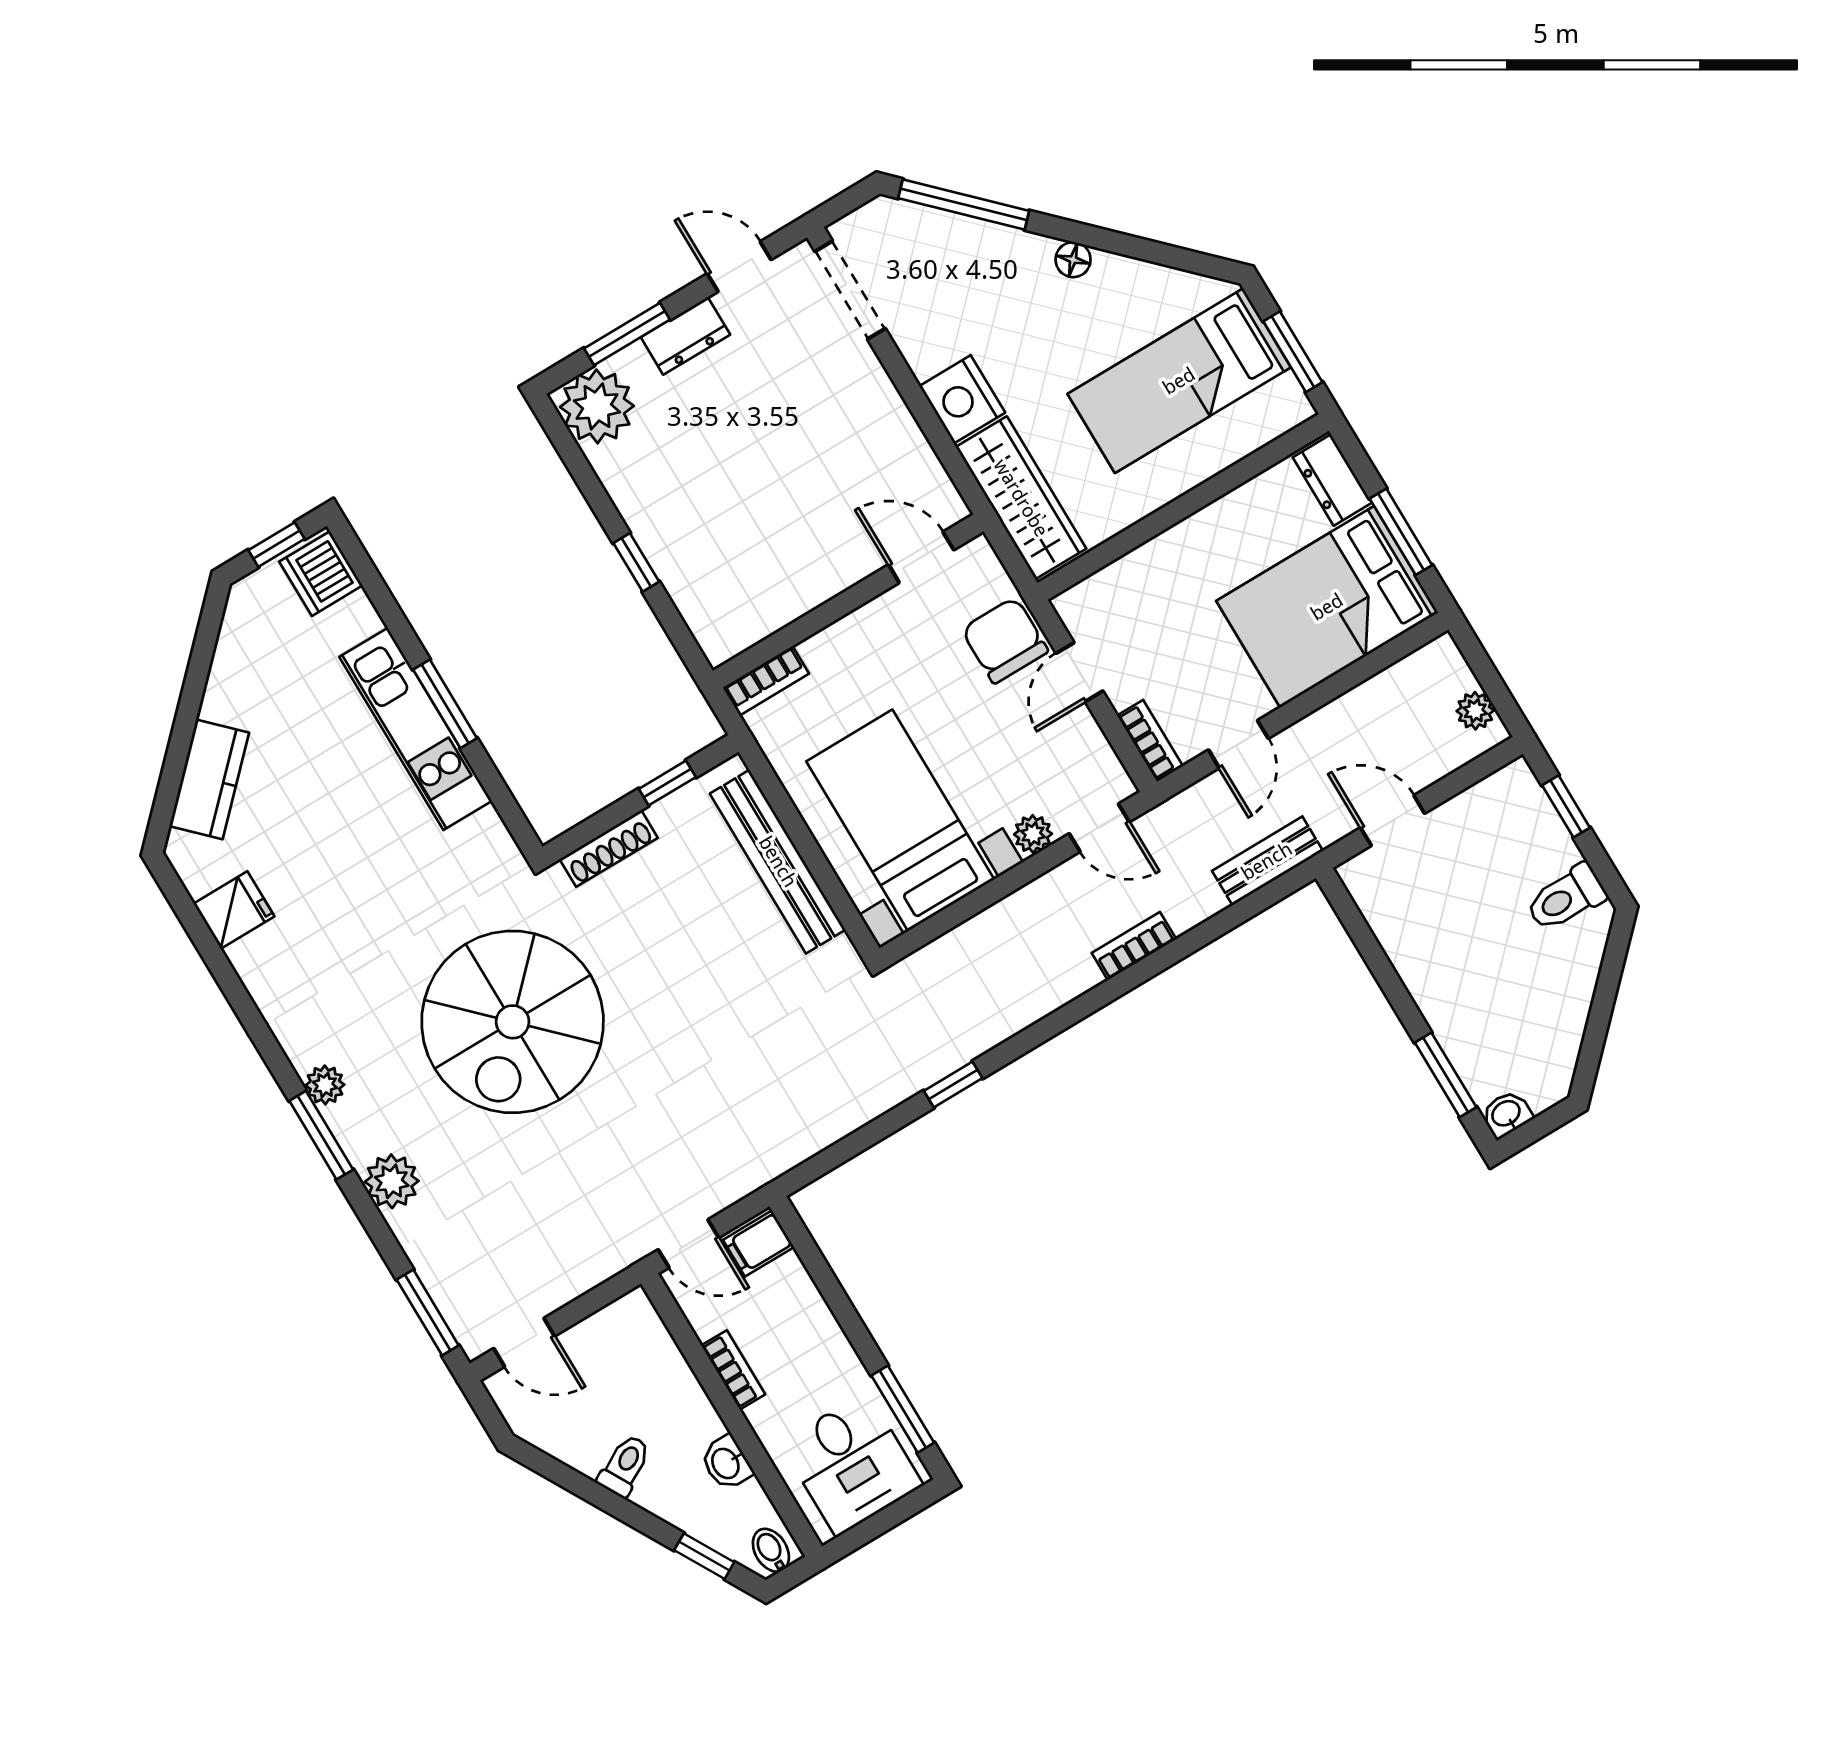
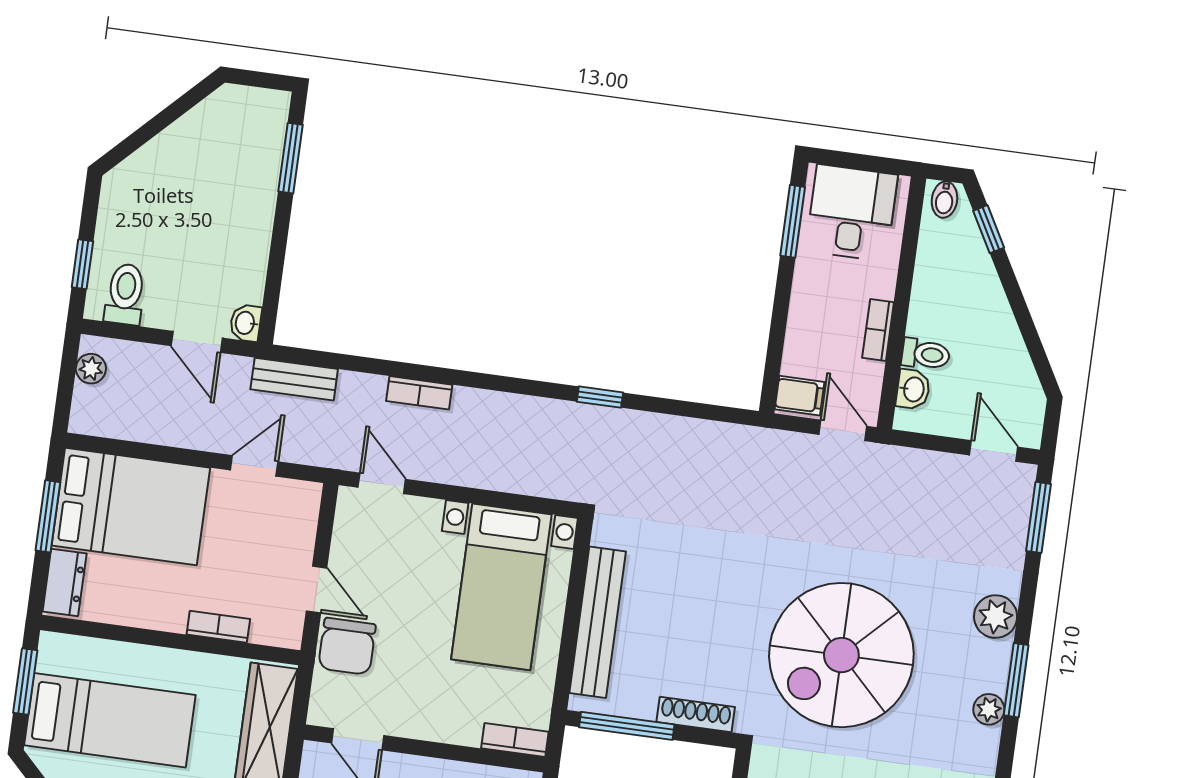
door: (1080, 672) -> (317, 589), hinge flipped
bookcase: (1150, 740) -> (218, 627), moved, turned 90
window: (667, 783) -> (627, 726), width x2.17
plant: (1033, 834) -> (426, 512), removed
toilet: (1566, 898) -> (125, 294), moved, turned -90
spiral stairs: (513, 1022) -> (841, 655), turned 180
washbasin: (1507, 1114) -> (246, 323), moved, turned 90
washbasin: (726, 1463) -> (913, 389), moved
toilet: (625, 1466) -> (926, 354), moved, turned -151

